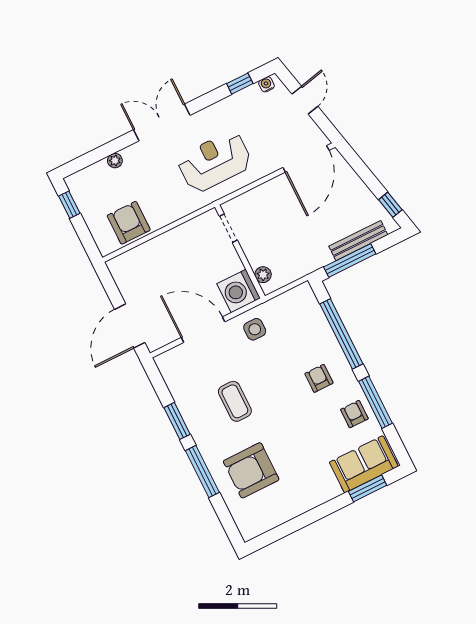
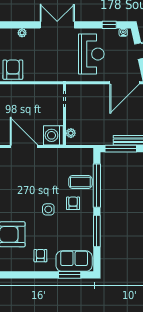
reception desk: (215, 162) -> (91, 54), moved, turned 90
side table: (255, 329) -> (48, 209), moved
coffee table: (235, 401) -> (80, 182), moved, turned 90
armchair: (354, 414) -> (40, 256), moved

